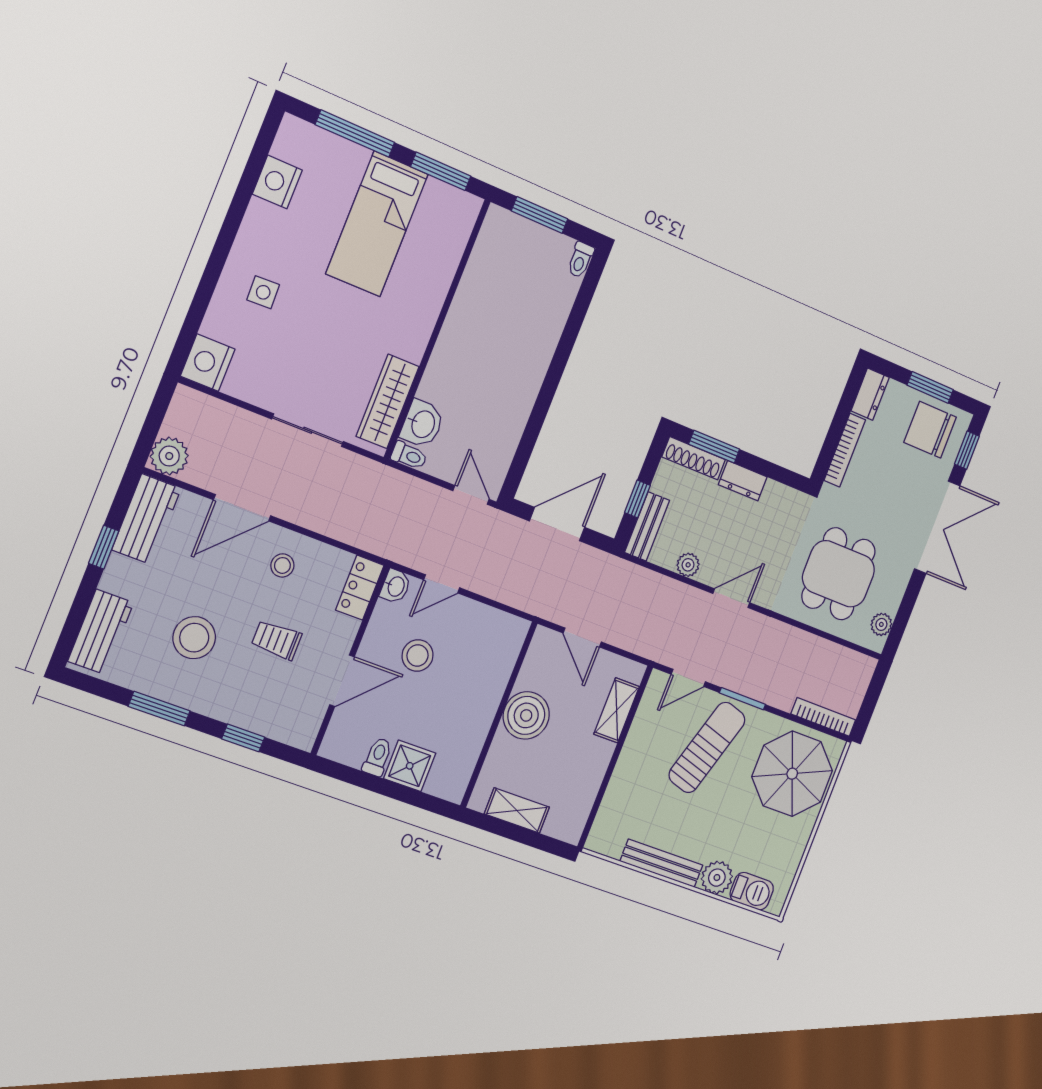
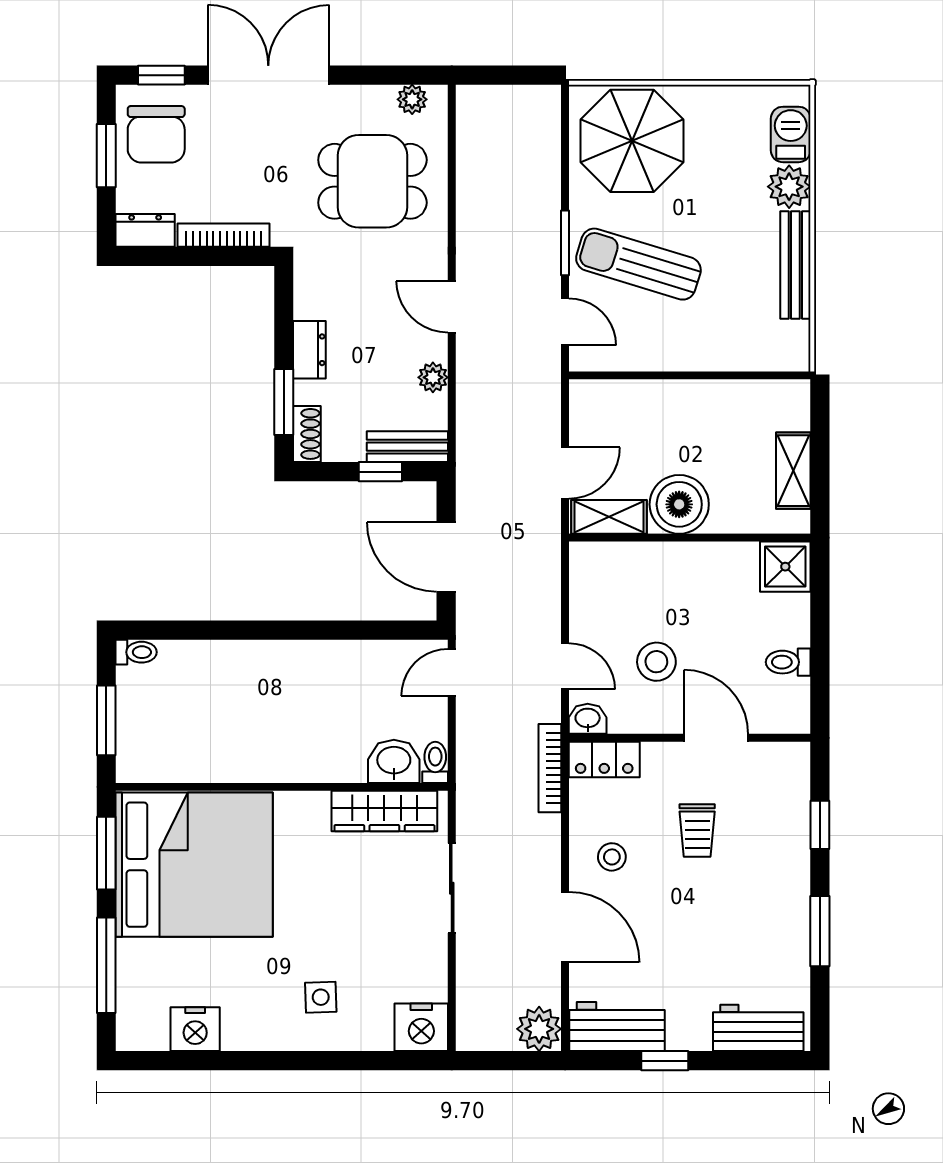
bed: (377, 224) -> (194, 865), width x2.04
shoe rack: (694, 458) -> (307, 434), width x0.70
stool: (194, 638) -> (728, 924), removed
shelving: (617, 710) -> (609, 517), moved
bookcase: (823, 717) -> (550, 768), moved
shower: (410, 766) -> (785, 567), moved

